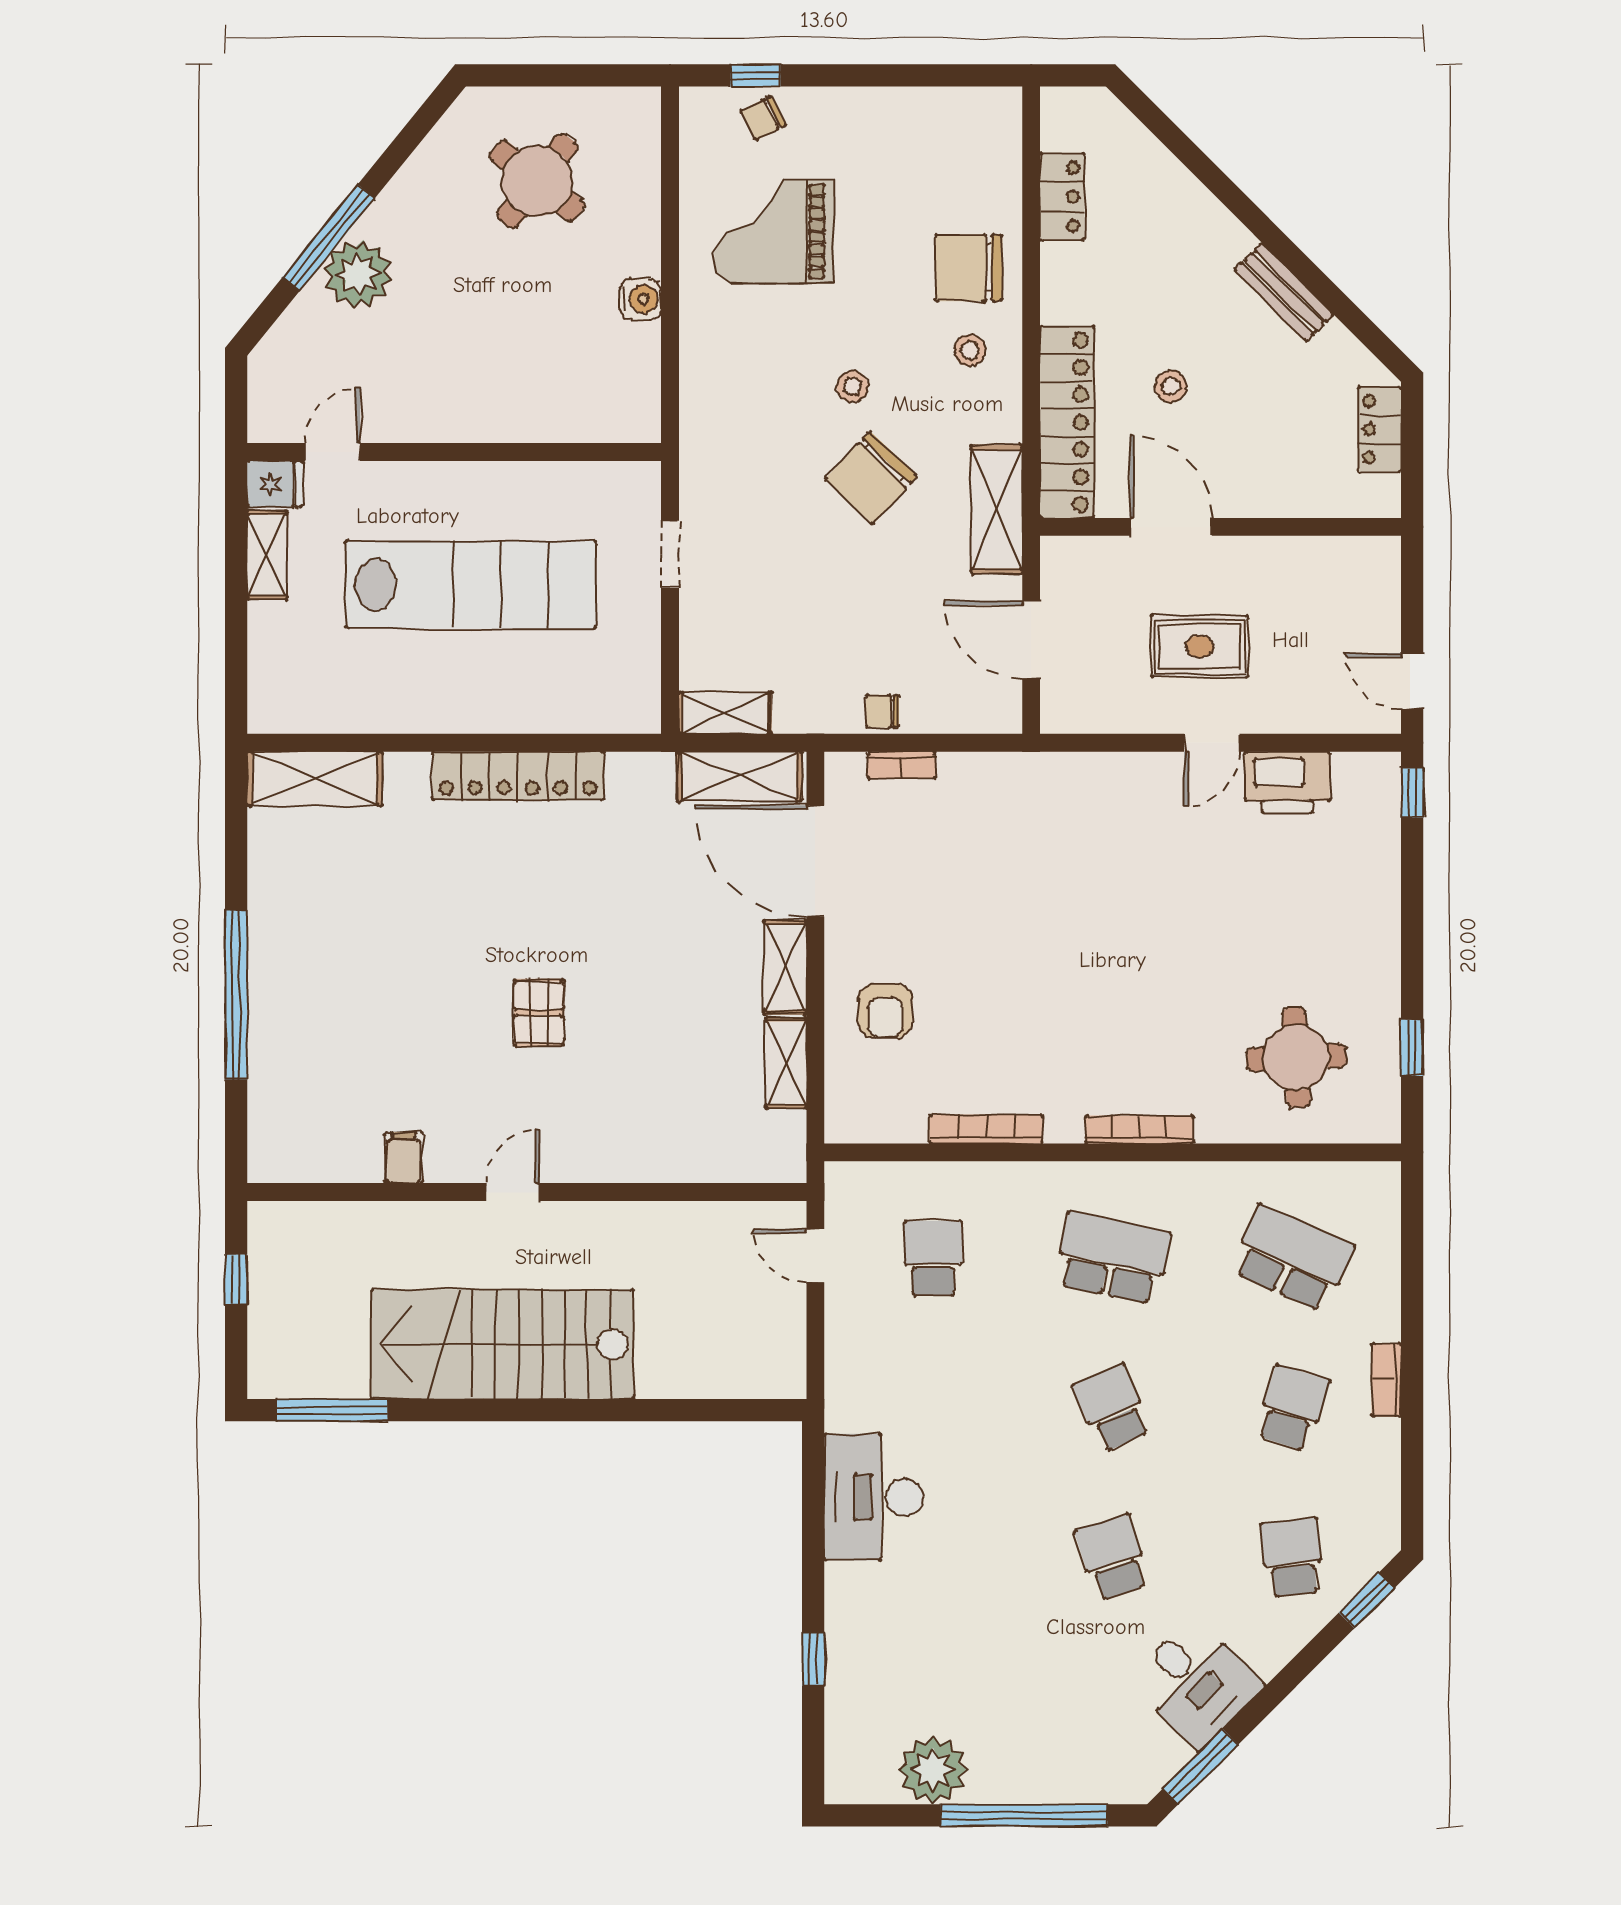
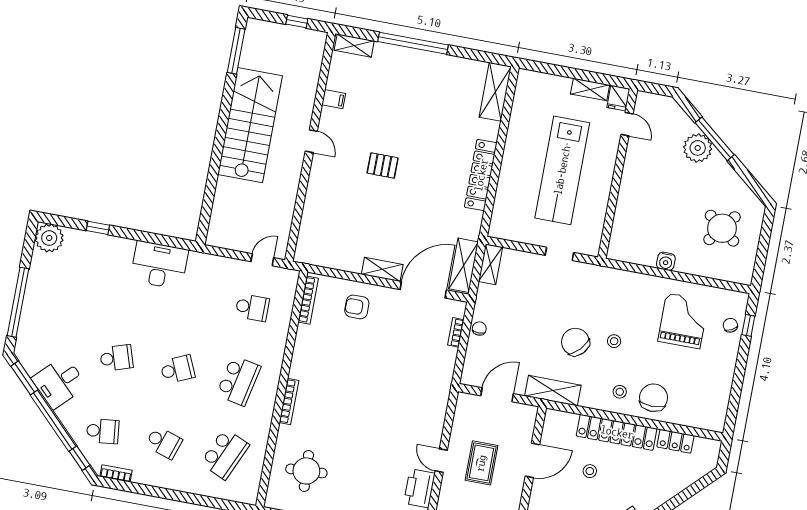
locker: (1067, 422) -> (617, 432), moved
shelving: (786, 1063) -> (354, 46), moved
bookcase: (986, 1129) -> (308, 300), moved
bookcase: (1386, 1380) -> (116, 473), moved
plant: (933, 1770) -> (49, 238), moved

